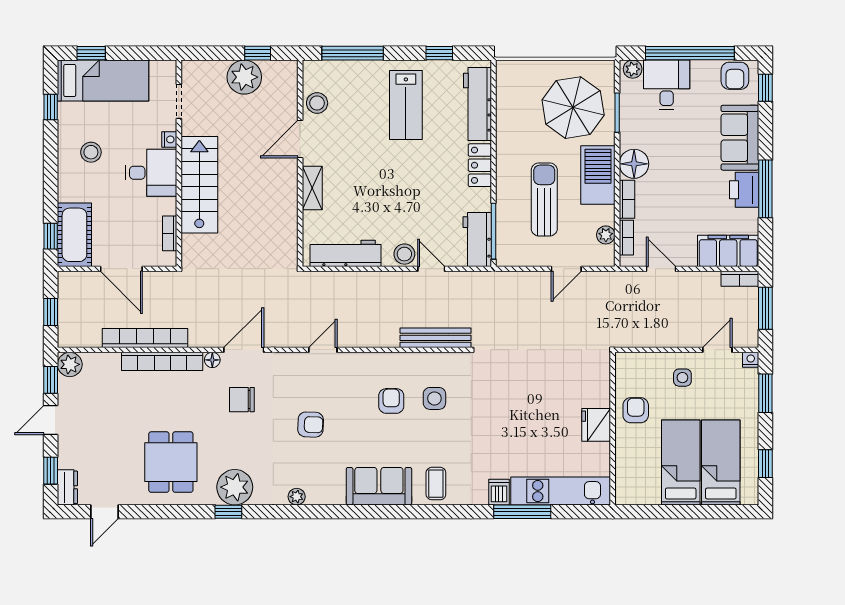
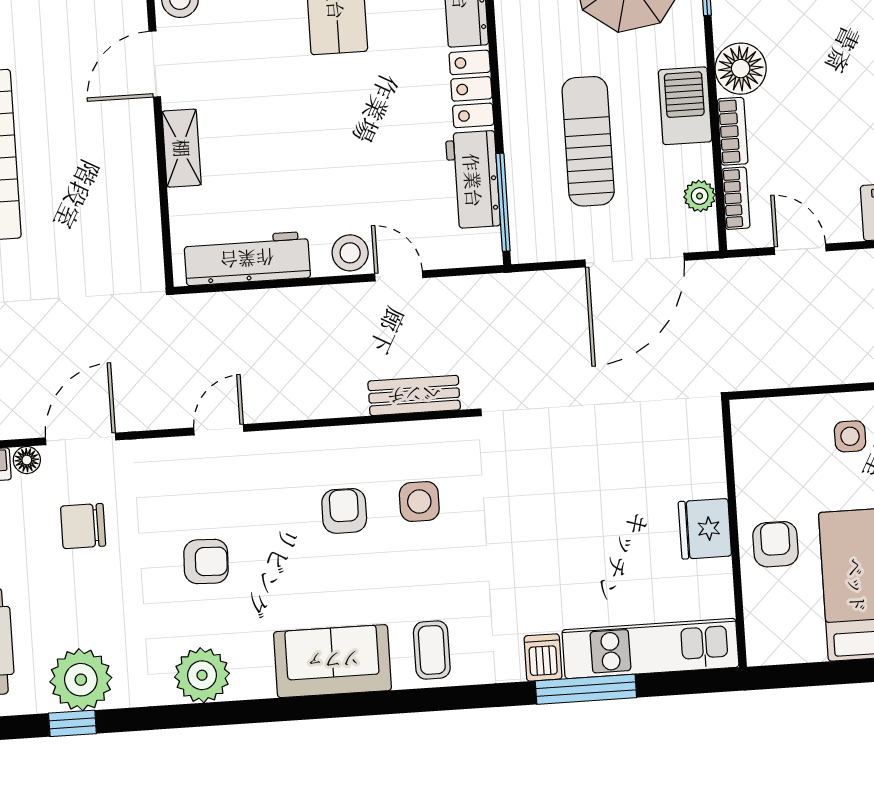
barbecue: (598, 175) -> (685, 106), width x0.73, depth x0.83
workbench: (477, 240) -> (473, 180), moved
door: (566, 269) -> (635, 260), width x1.88
bench: (435, 338) -> (414, 395), width x0.73
armchair: (636, 410) -> (775, 544), moved
plant: (297, 497) -> (202, 675), width x1.88, depth x1.88

